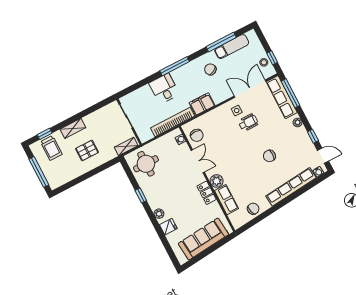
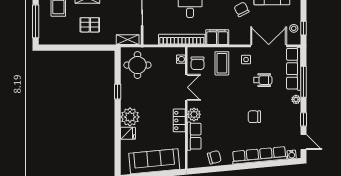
window: (291, 93) -> (304, 82), moved
wheelchair: (248, 122) -> (263, 80), moved
coffee table: (218, 125) -> (222, 63), added
plant: (159, 214) -> (130, 117), width x1.88, depth x1.88

